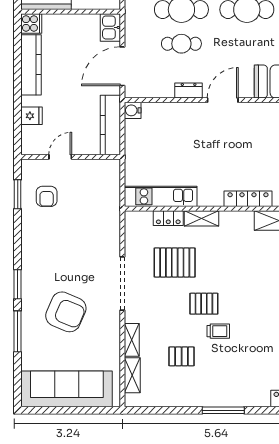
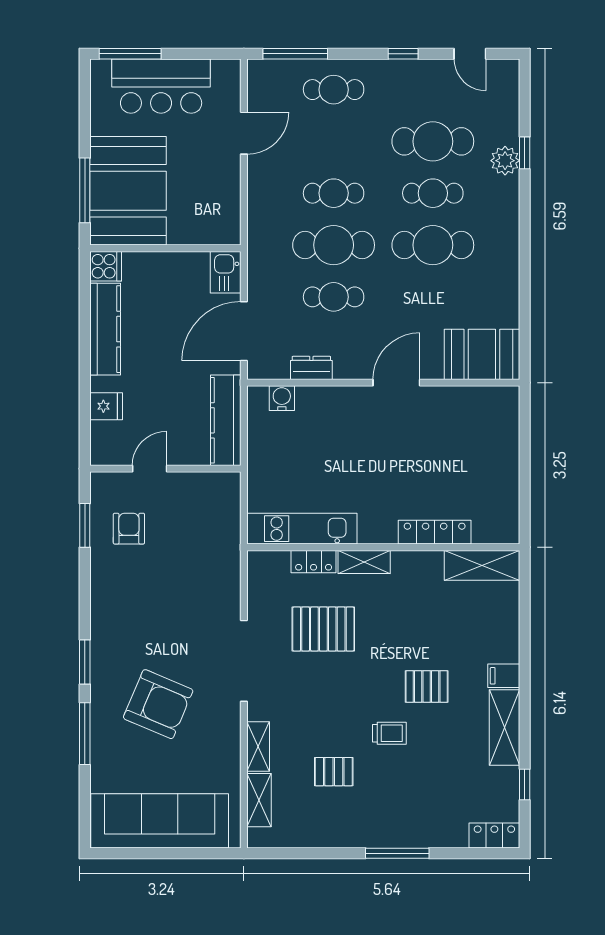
dresser: (189, 90) -> (311, 368), moved
water cooler: (133, 110) -> (282, 398), moved, turned 90
armchair: (47, 196) -> (129, 529), turned 180
pallet: (204, 304) -> (427, 686), moved

